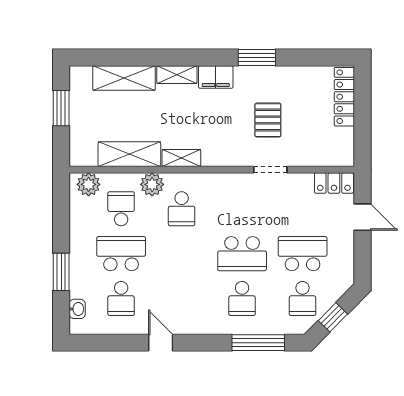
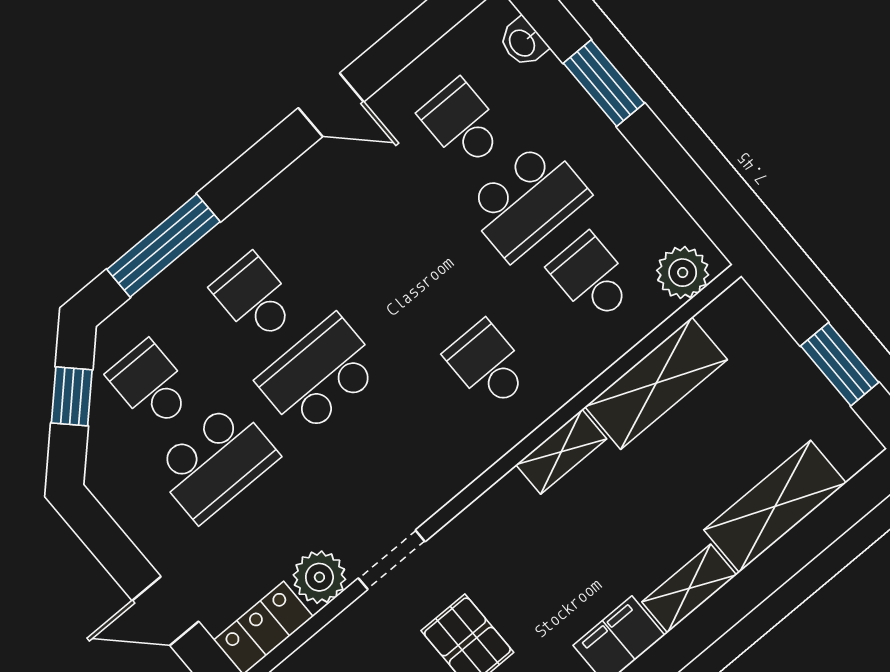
plant: (152, 184) -> (319, 577), moved
school desk: (121, 209) -> (592, 278), turned 180

